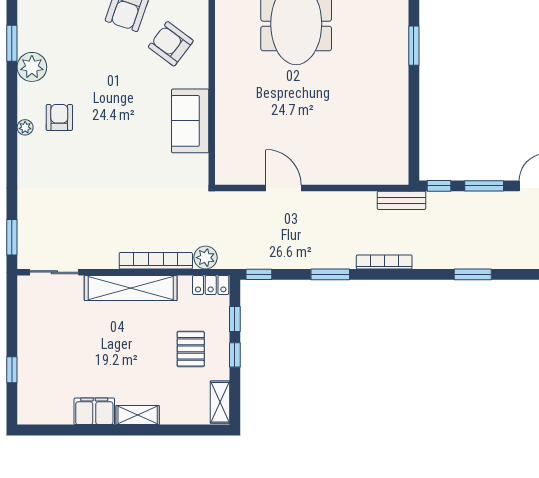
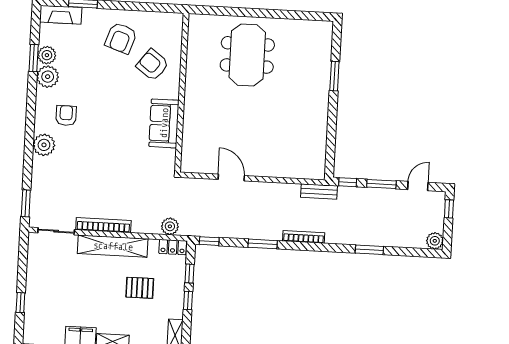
plant: (29, 38) -> (47, 55), added
plant: (25, 127) -> (44, 145), moved, width x1.87, depth x1.87
bookcase: (156, 261) -> (103, 225), moved
pallet: (191, 349) -> (140, 288), moved, turned 90

